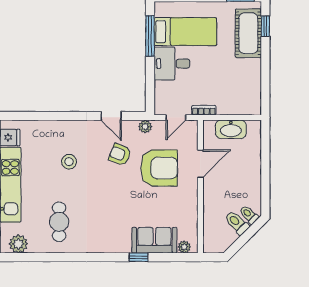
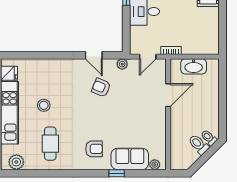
stool: (69, 162) -> (44, 105), moved
armchair: (159, 168) -> (94, 149), moved, width x0.53, depth x0.53

